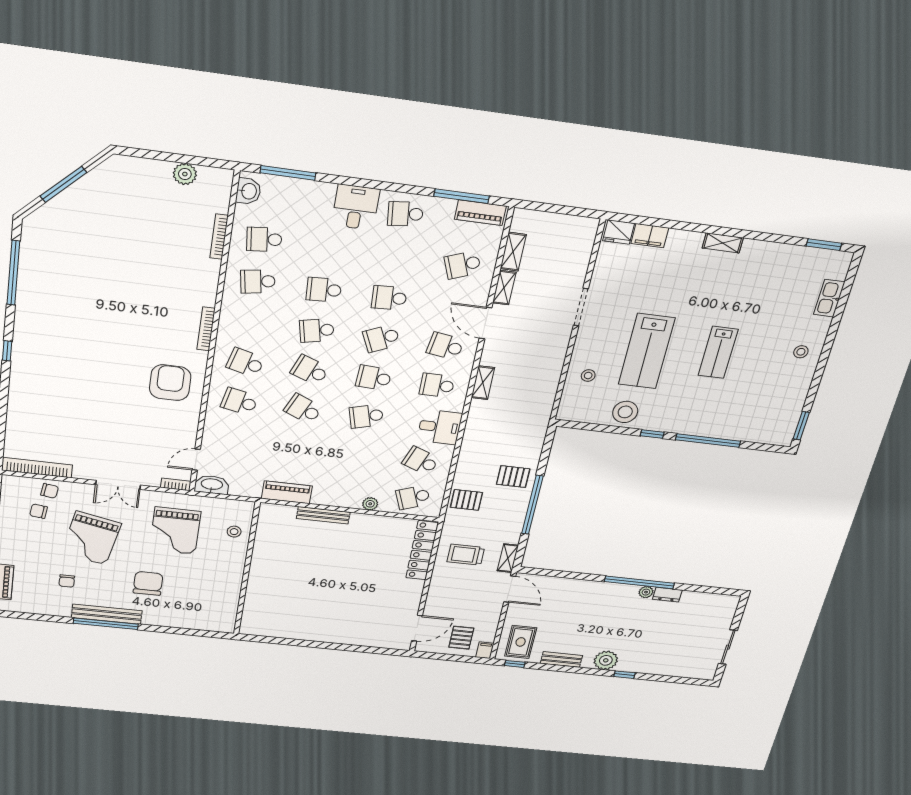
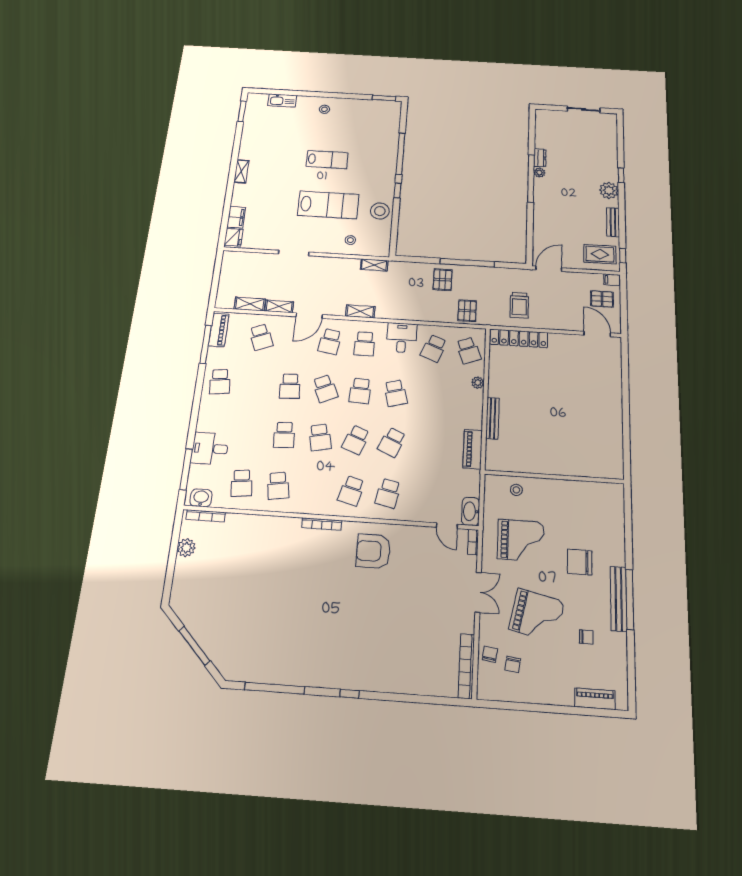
desk: (356, 207) -> (210, 448), moved
bookcase: (219, 237) -> (206, 516), moved
shelving: (508, 558) -> (374, 265), moved

